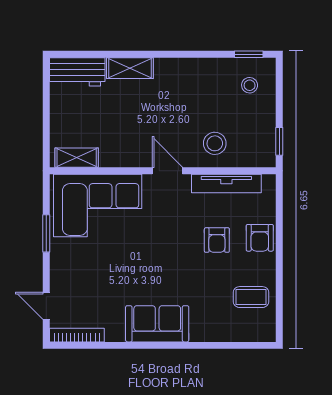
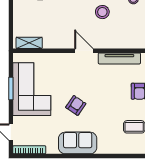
stool: (215, 143) -> (102, 12), moved
corner sofa: (98, 205) -> (32, 89), moved, turned -90
armchair: (217, 240) -> (76, 105), moved, turned -146

